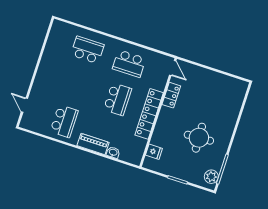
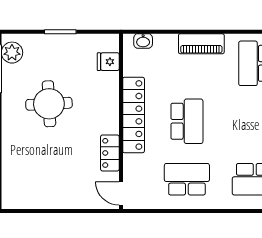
school desk: (117, 99) -> (187, 121), turned 180
washbasin: (113, 152) -> (143, 41), moved

